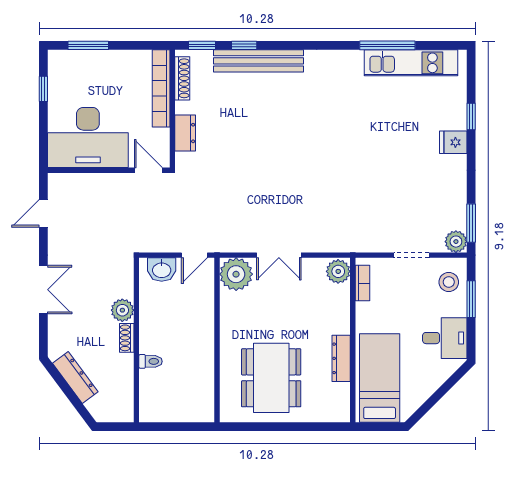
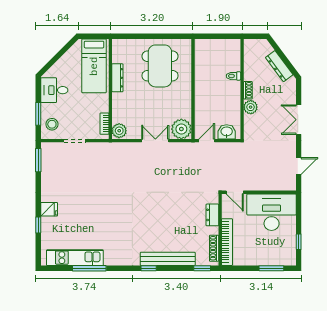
window: (244, 45) -> (149, 268), moved
plant: (456, 242) -> (48, 149), removed

